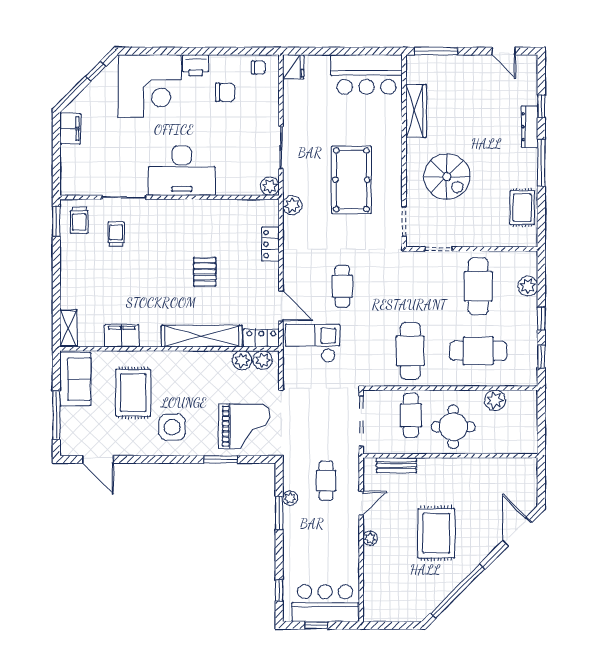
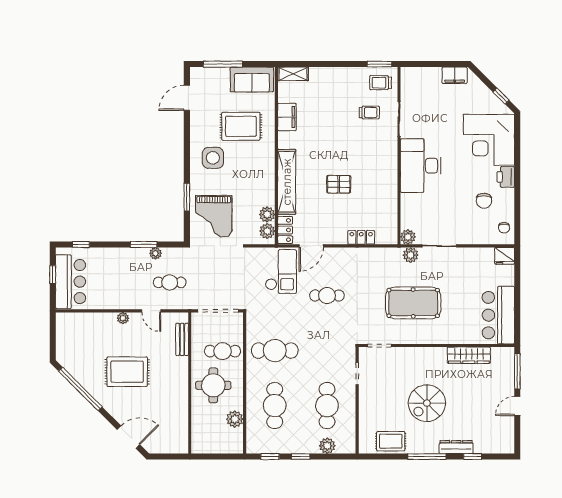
door: (504, 51) -> (517, 406), moved
spiral stairs: (447, 177) -> (427, 403), moved
plant: (292, 205) -> (411, 255), moved
cafe table: (478, 286) -> (327, 406), turned 90

